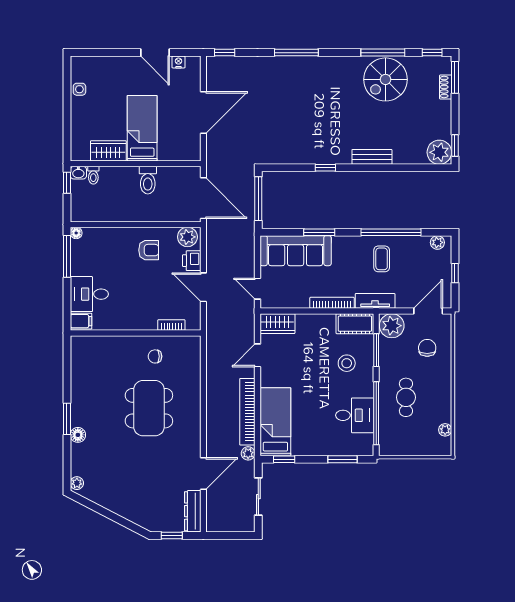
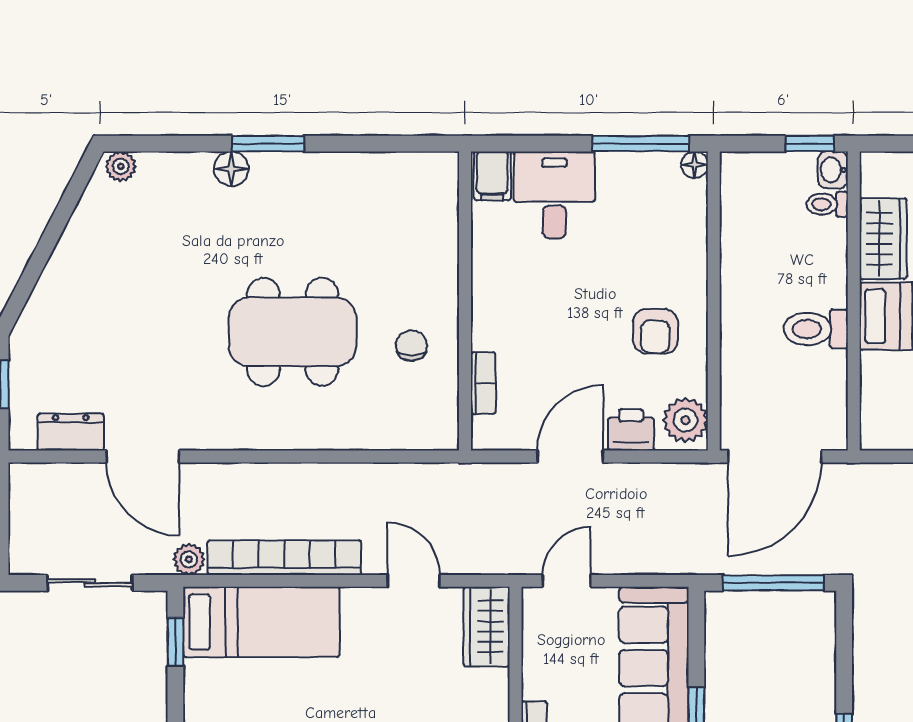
dresser: (193, 511) -> (71, 432), width x0.70

